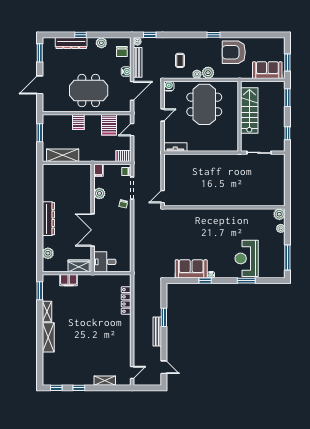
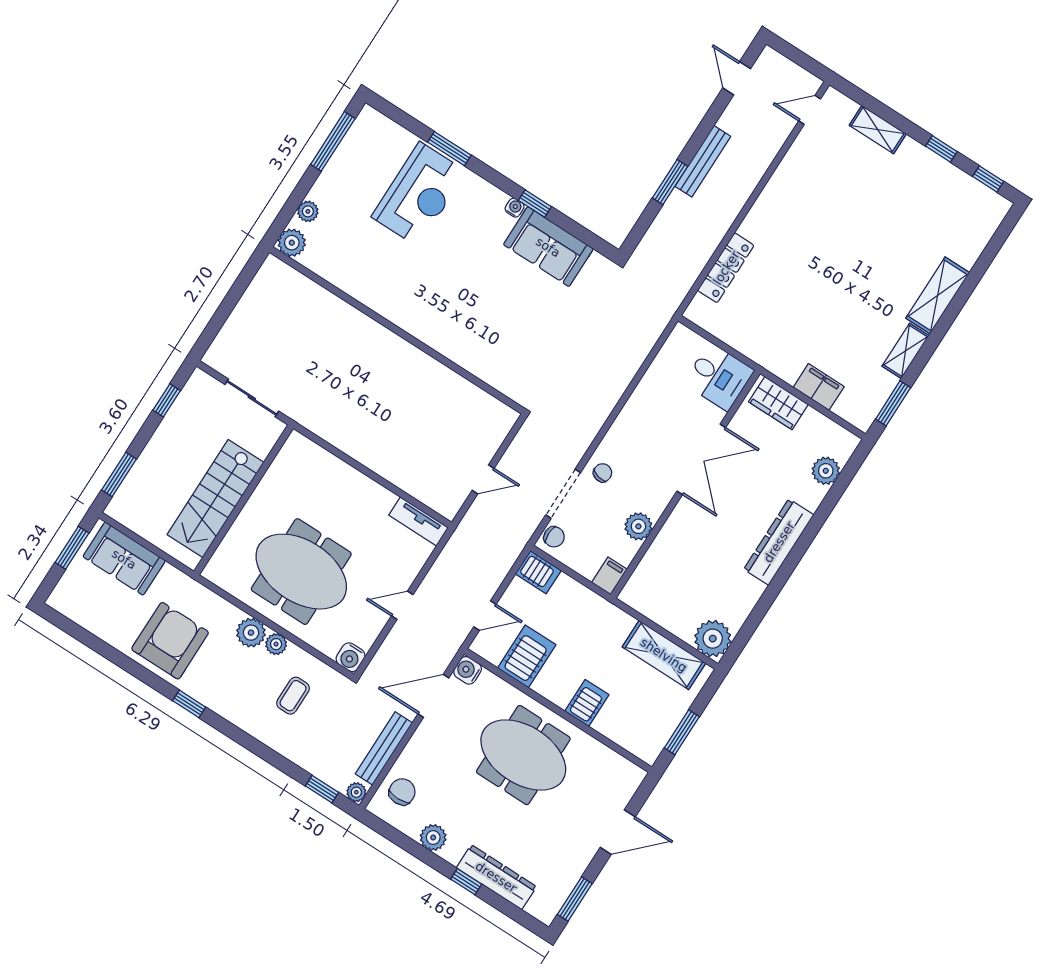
armchair: (234, 52) -> (170, 641), turned -90
water cooler: (126, 72) -> (468, 670), moved
meeting table: (204, 104) -> (301, 572), turned 90
plant: (50, 171) -> (713, 639), added
door: (163, 197) -> (483, 479), moved

